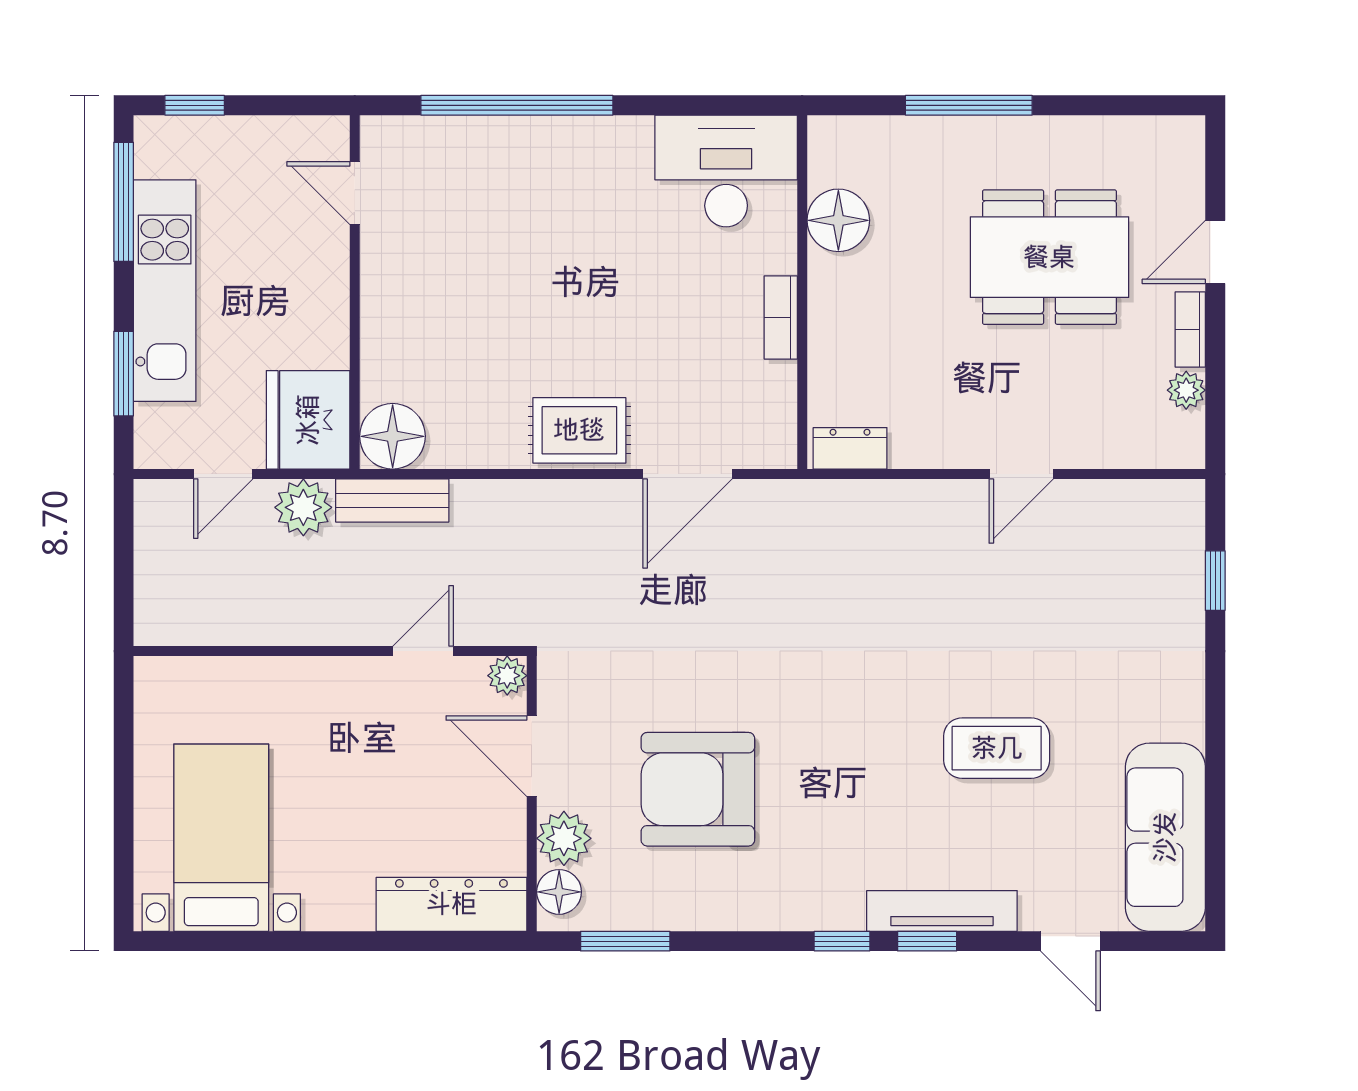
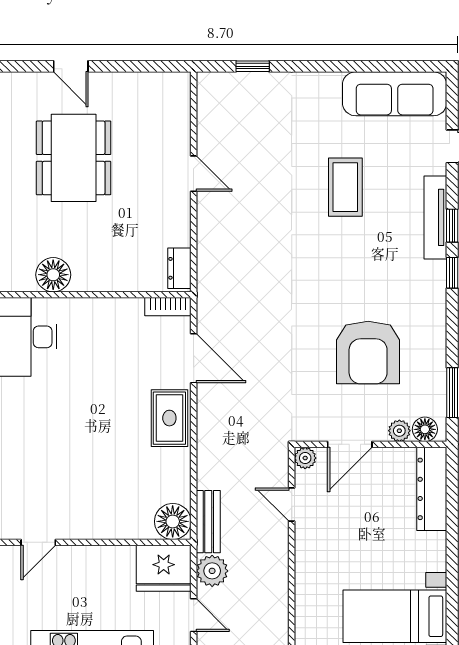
bookcase: (781, 317) -> (168, 307), moved
bookcase: (1190, 329) -> (114, 80), removed
plant: (1186, 390) -> (147, 82), removed
plant: (564, 838) -> (399, 431), width x0.73, depth x0.73

